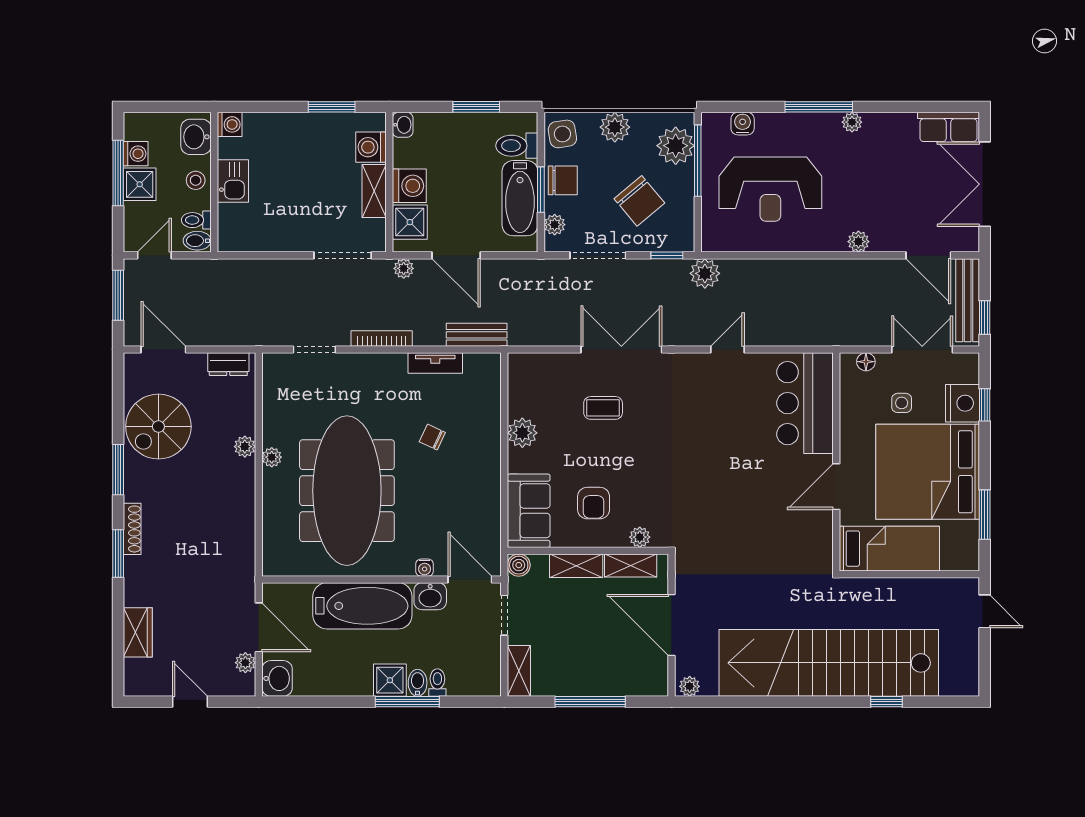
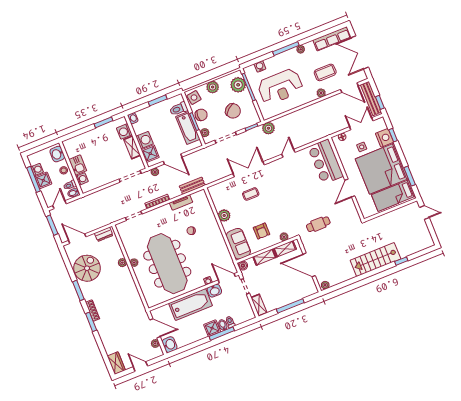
washing machine: (230, 124) -> (82, 179), moved
row of seats: (949, 127) -> (332, 39), width x1.48
coffee table: (887, 198) -> (325, 72), added
spiral stairs: (158, 427) -> (87, 268), turned 180
cafe table: (730, 540) -> (318, 224), added
bed: (889, 549) -> (393, 196), moved, turned 180
wardrobe: (138, 632) -> (116, 363), moved
stairs: (829, 663) -> (375, 260), width x0.54, depth x0.66

